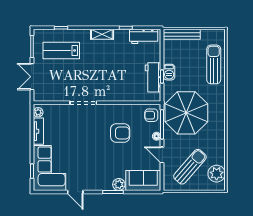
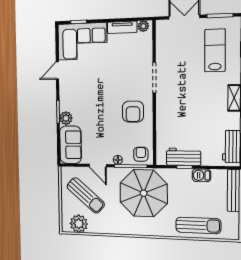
barbecue: (169, 72) -> (201, 175), moved
armchair: (120, 133) -> (133, 112), moved
door: (162, 155) -> (98, 166), swing flipped

